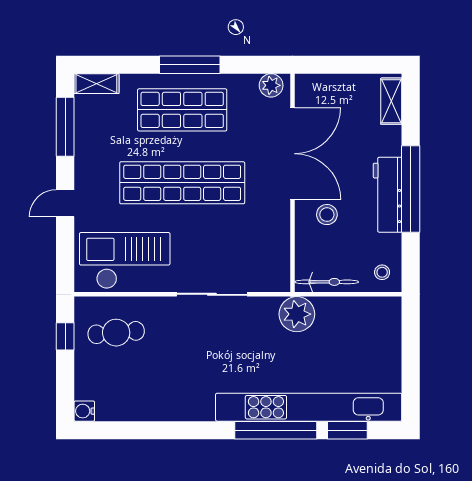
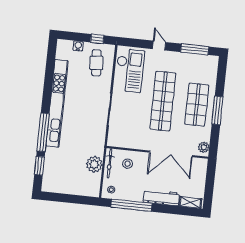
shelving: (96, 84) -> (213, 66), removed
window: (411, 189) -> (131, 205), moved
workbench: (388, 195) -> (161, 198), moved
stool: (327, 215) -> (127, 164), moved
plant: (297, 314) -> (94, 164), moved
kitchen unit: (309, 407) -> (57, 103), moved
water cooler: (84, 411) -> (78, 46), moved

